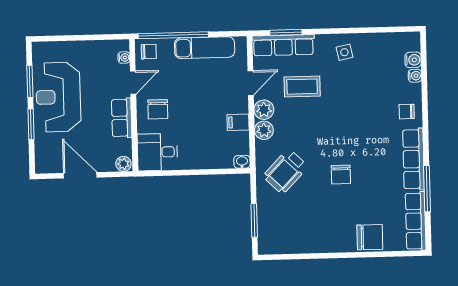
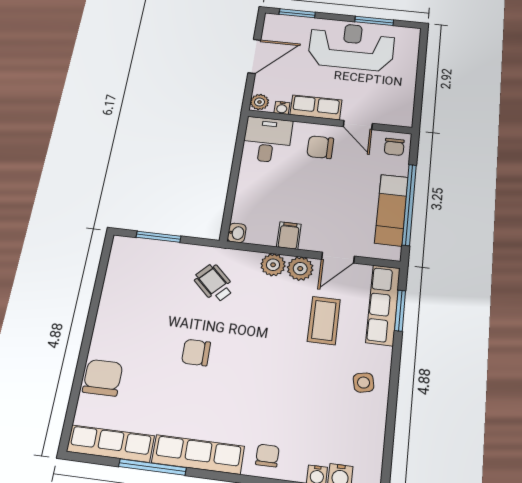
window: (173, 35) -> (409, 204), moved
water cooler: (124, 57) -> (282, 108), moved
door: (251, 83) -> (338, 258), hinge flipped
window: (31, 124) -> (297, 13), moved
wheelchair: (285, 171) -> (214, 283), width x0.73, depth x0.73
chair: (370, 237) -> (103, 378), turned 180

